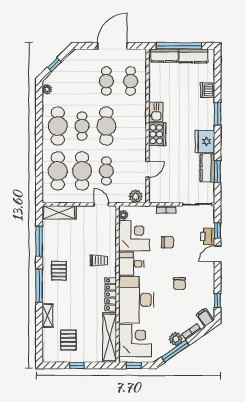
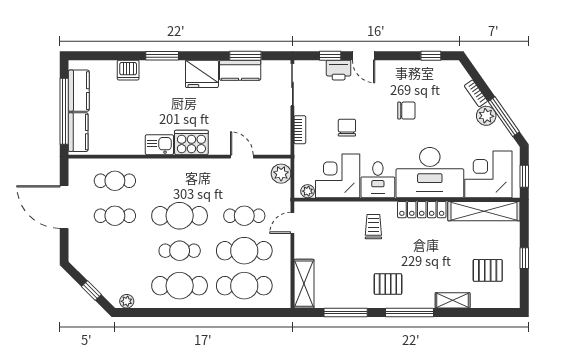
filing cabinet: (205, 317) -> (455, 74), removed

